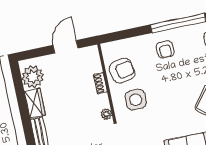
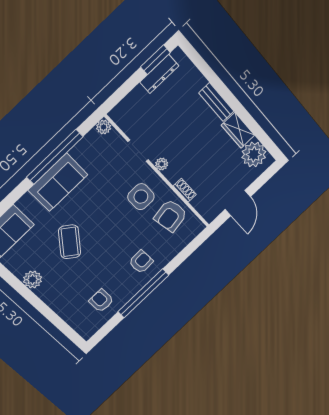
armchair: (165, 49) -> (141, 262), turned 88

